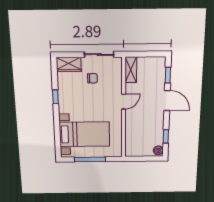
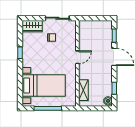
shelving: (131, 70) -> (83, 90), moved

